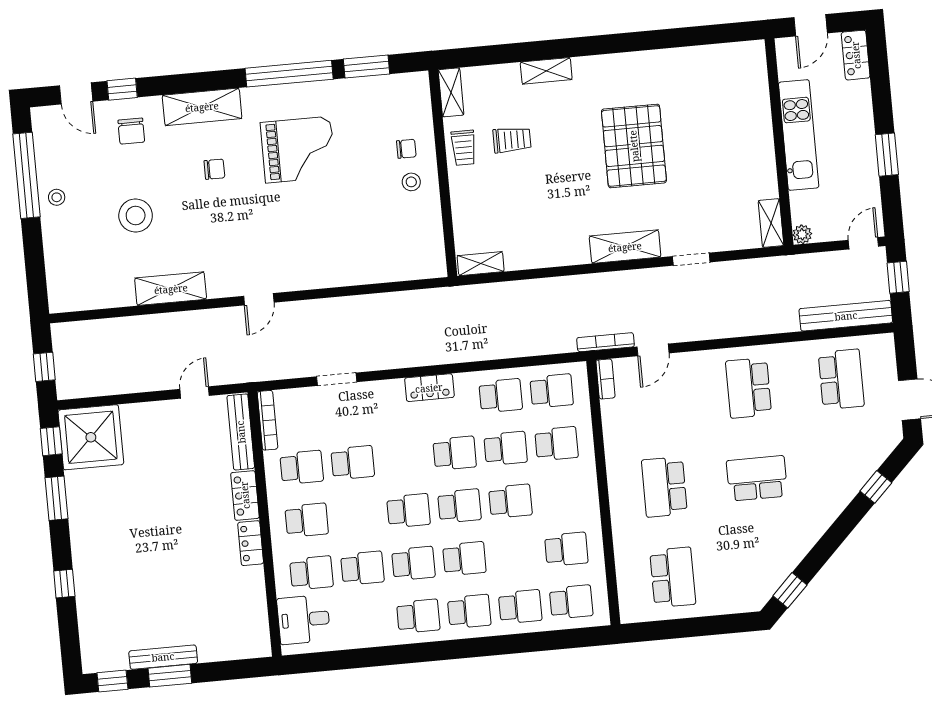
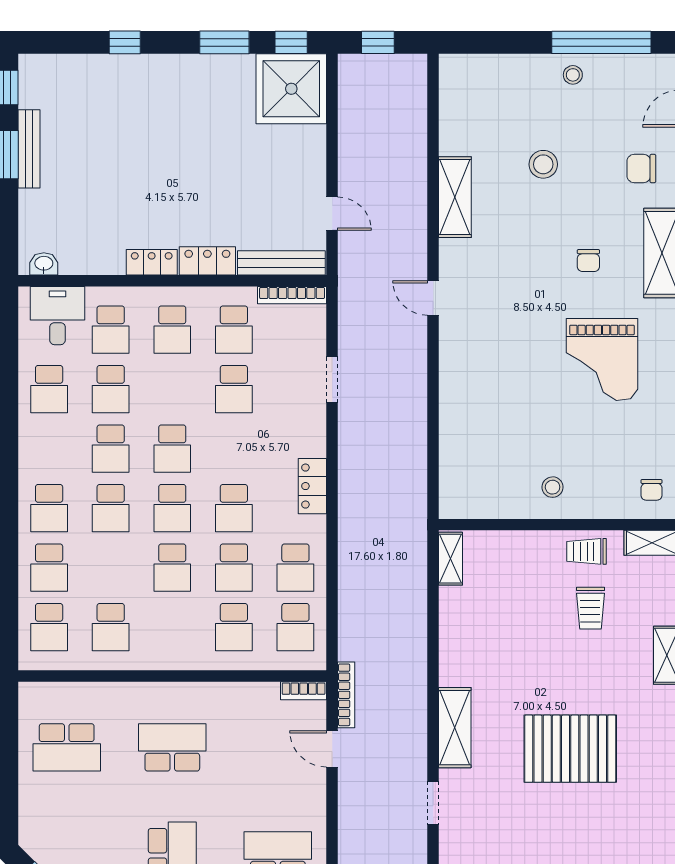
chair: (406, 149) -> (651, 490), moved
stool: (136, 216) -> (543, 164), width x0.73, depth x0.73
school desk: (418, 616) -> (49, 389), moved
washbasin: (260, 635) -> (44, 264), added

